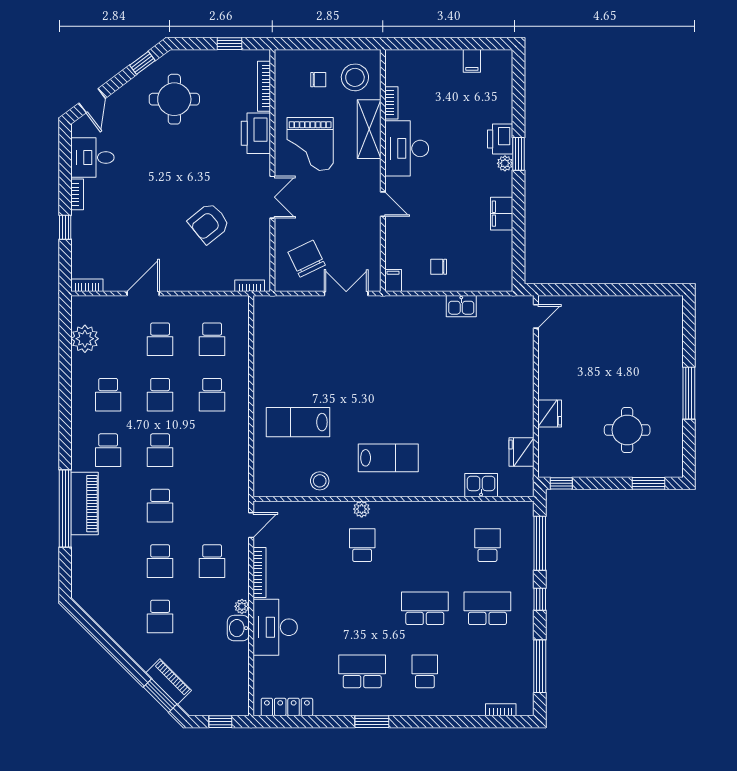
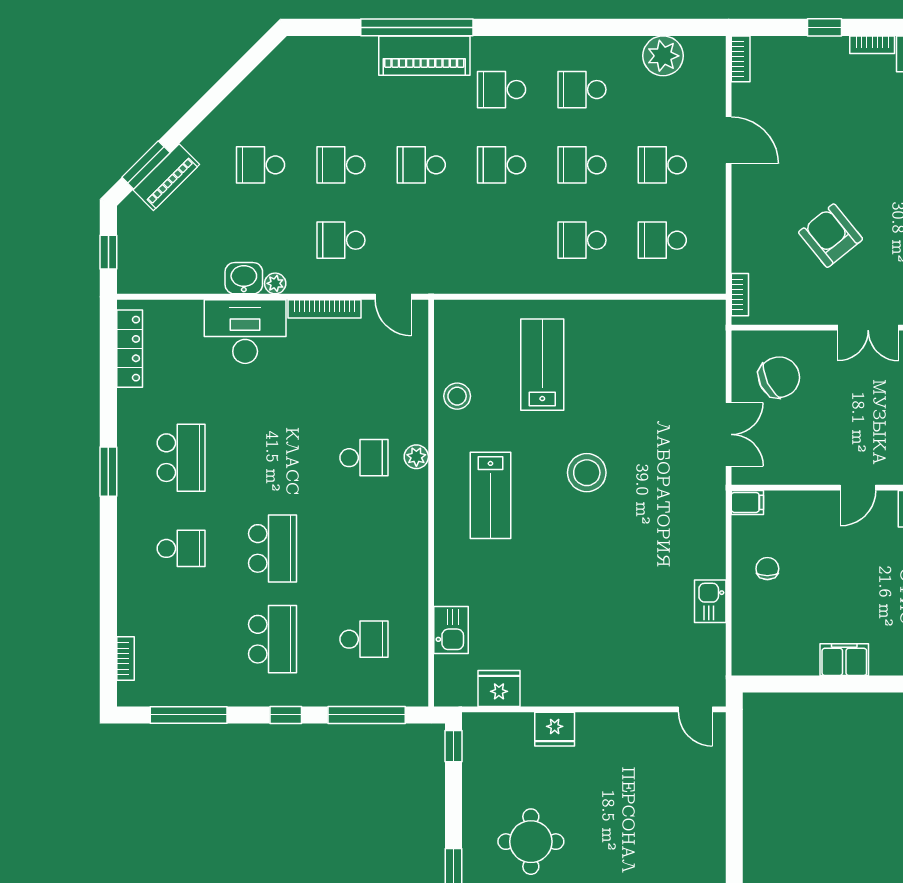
stool: (373, 391) -> (587, 473), added

